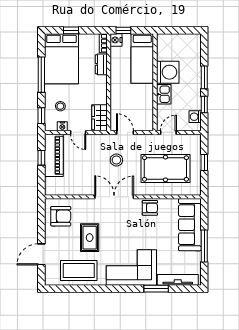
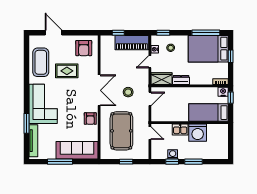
dresser: (101, 64) -> (181, 80), moved
window: (41, 75) -> (206, 33), moved
washing machine: (195, 117) -> (173, 154), moved
window: (41, 158) -> (118, 33), moved

